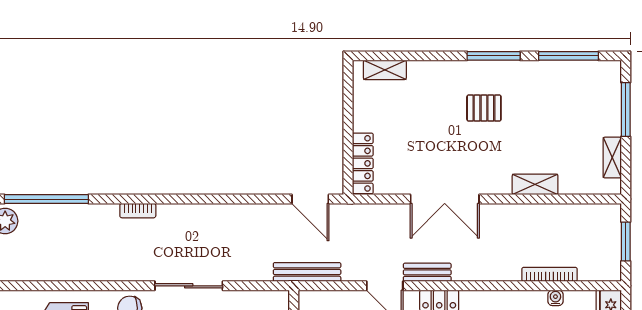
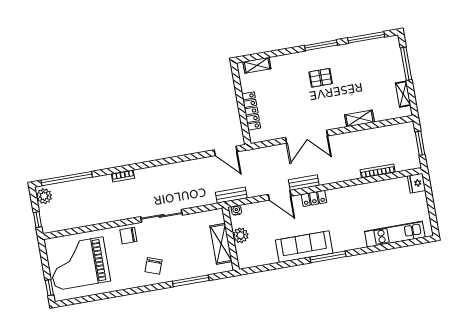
locker: (363, 163) -> (251, 111), moved
bench: (307, 272) -> (231, 195), width x0.73
water cooler: (555, 298) -> (236, 210), moved

